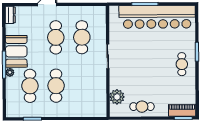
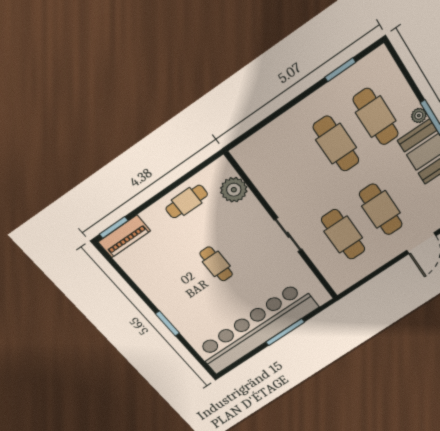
cafe table: (182, 64) -> (216, 264), moved

